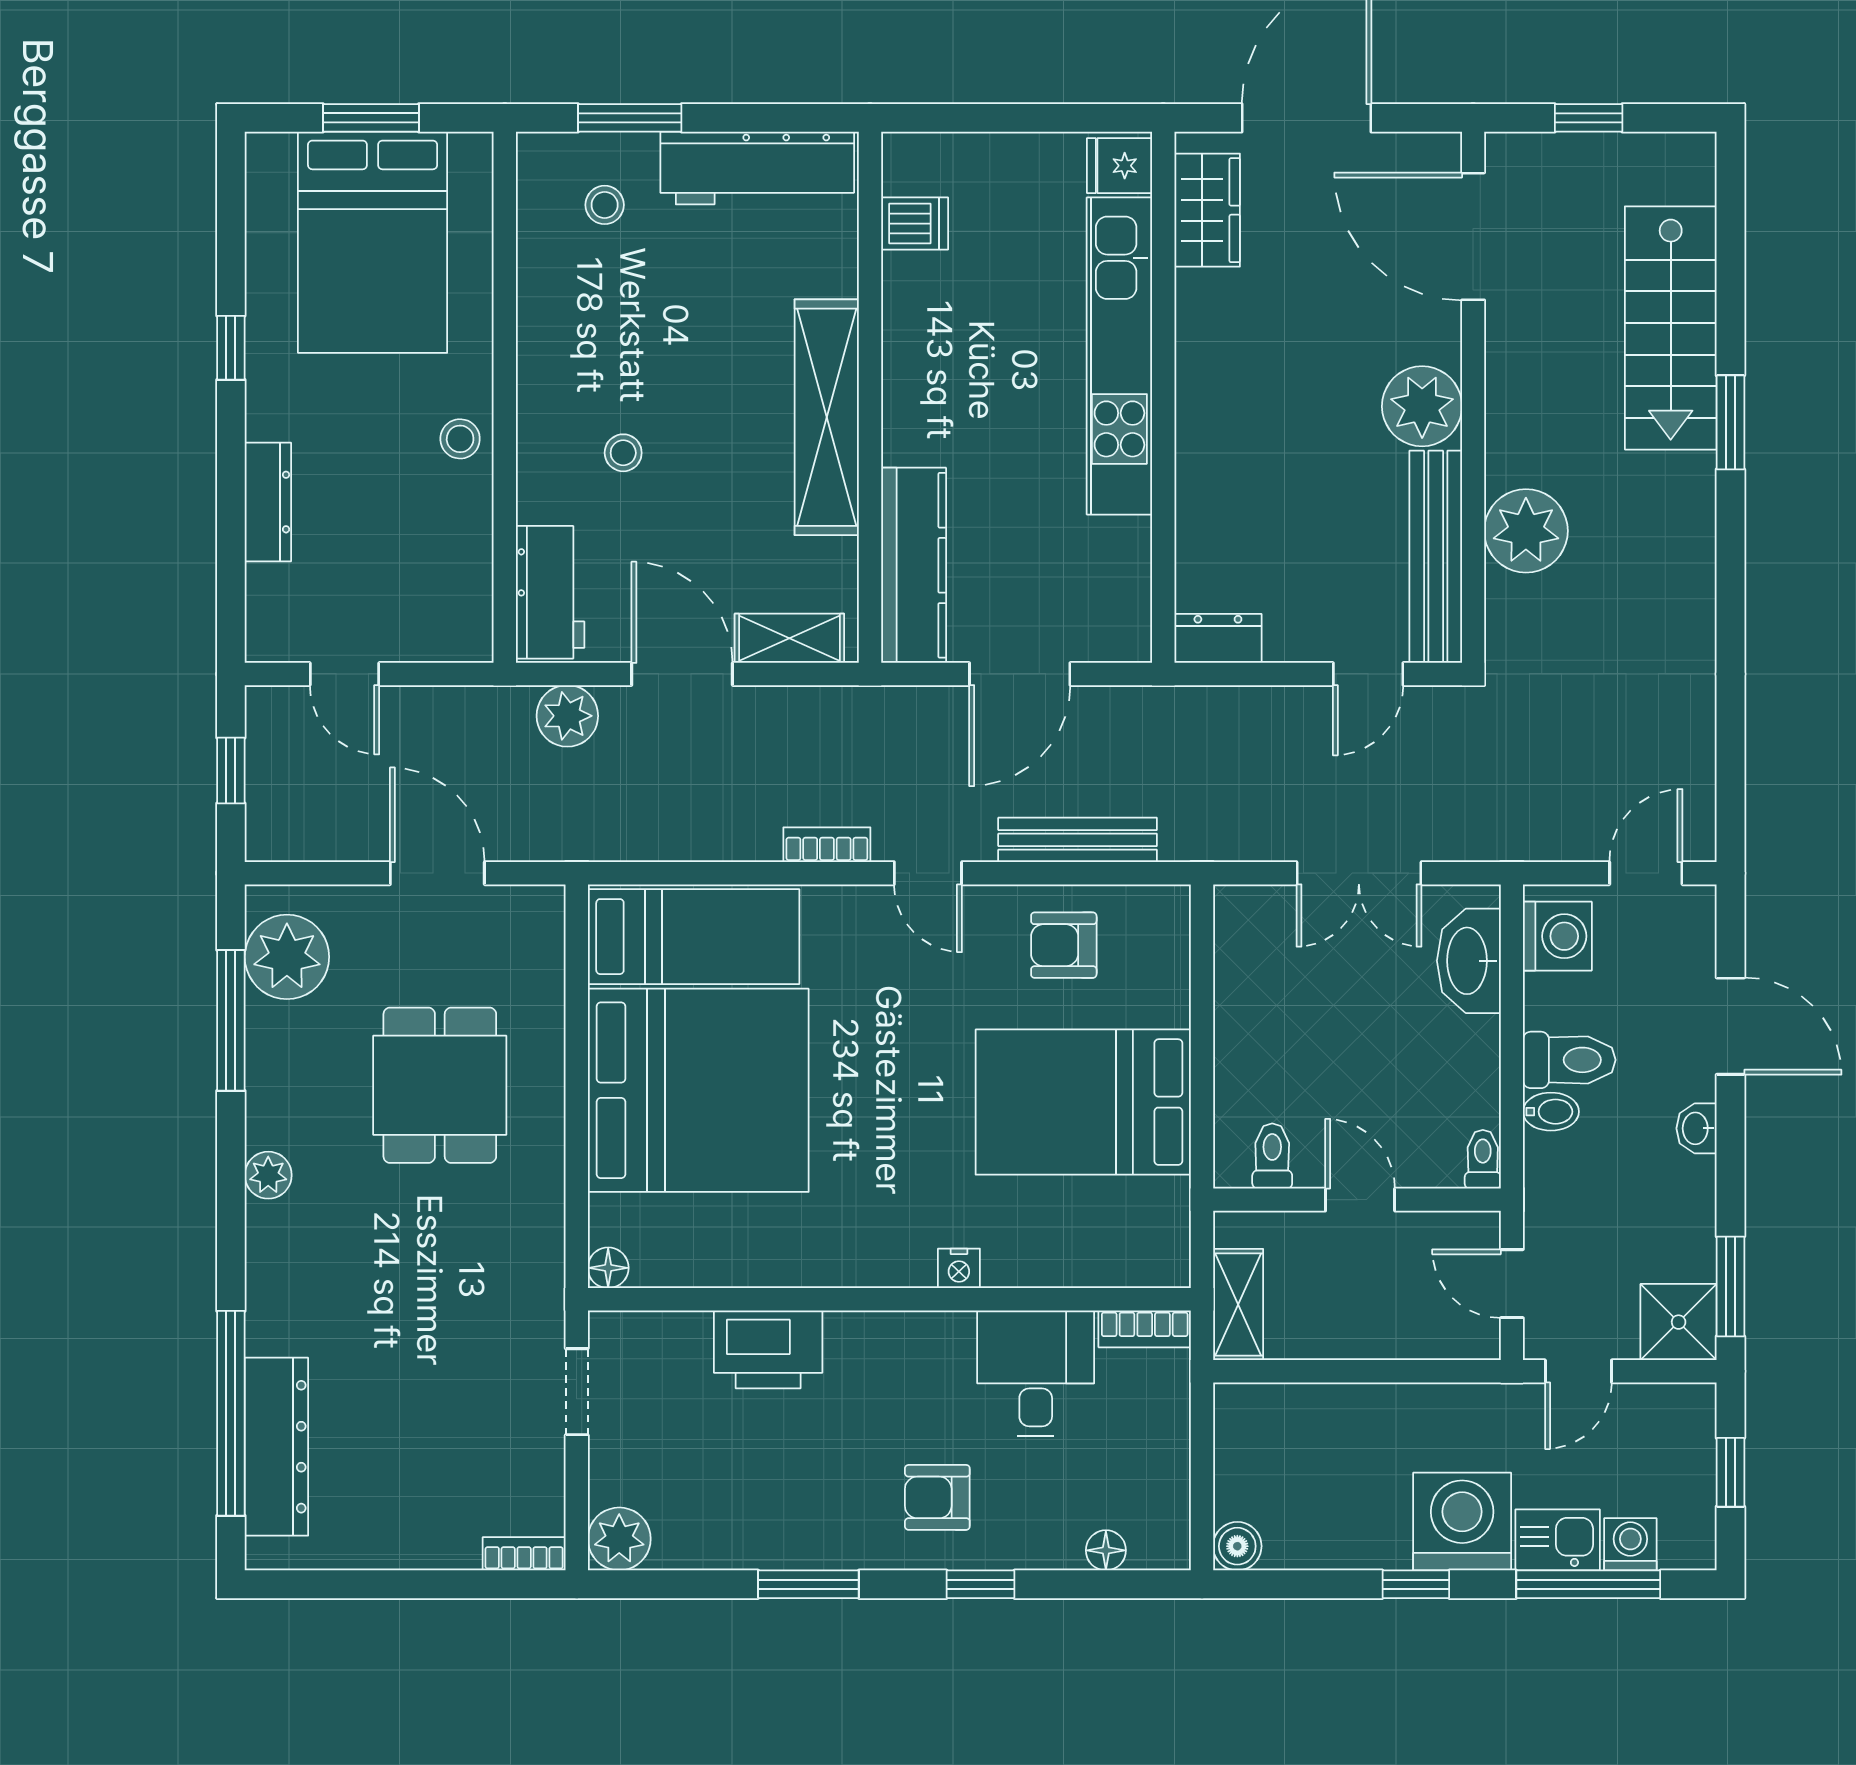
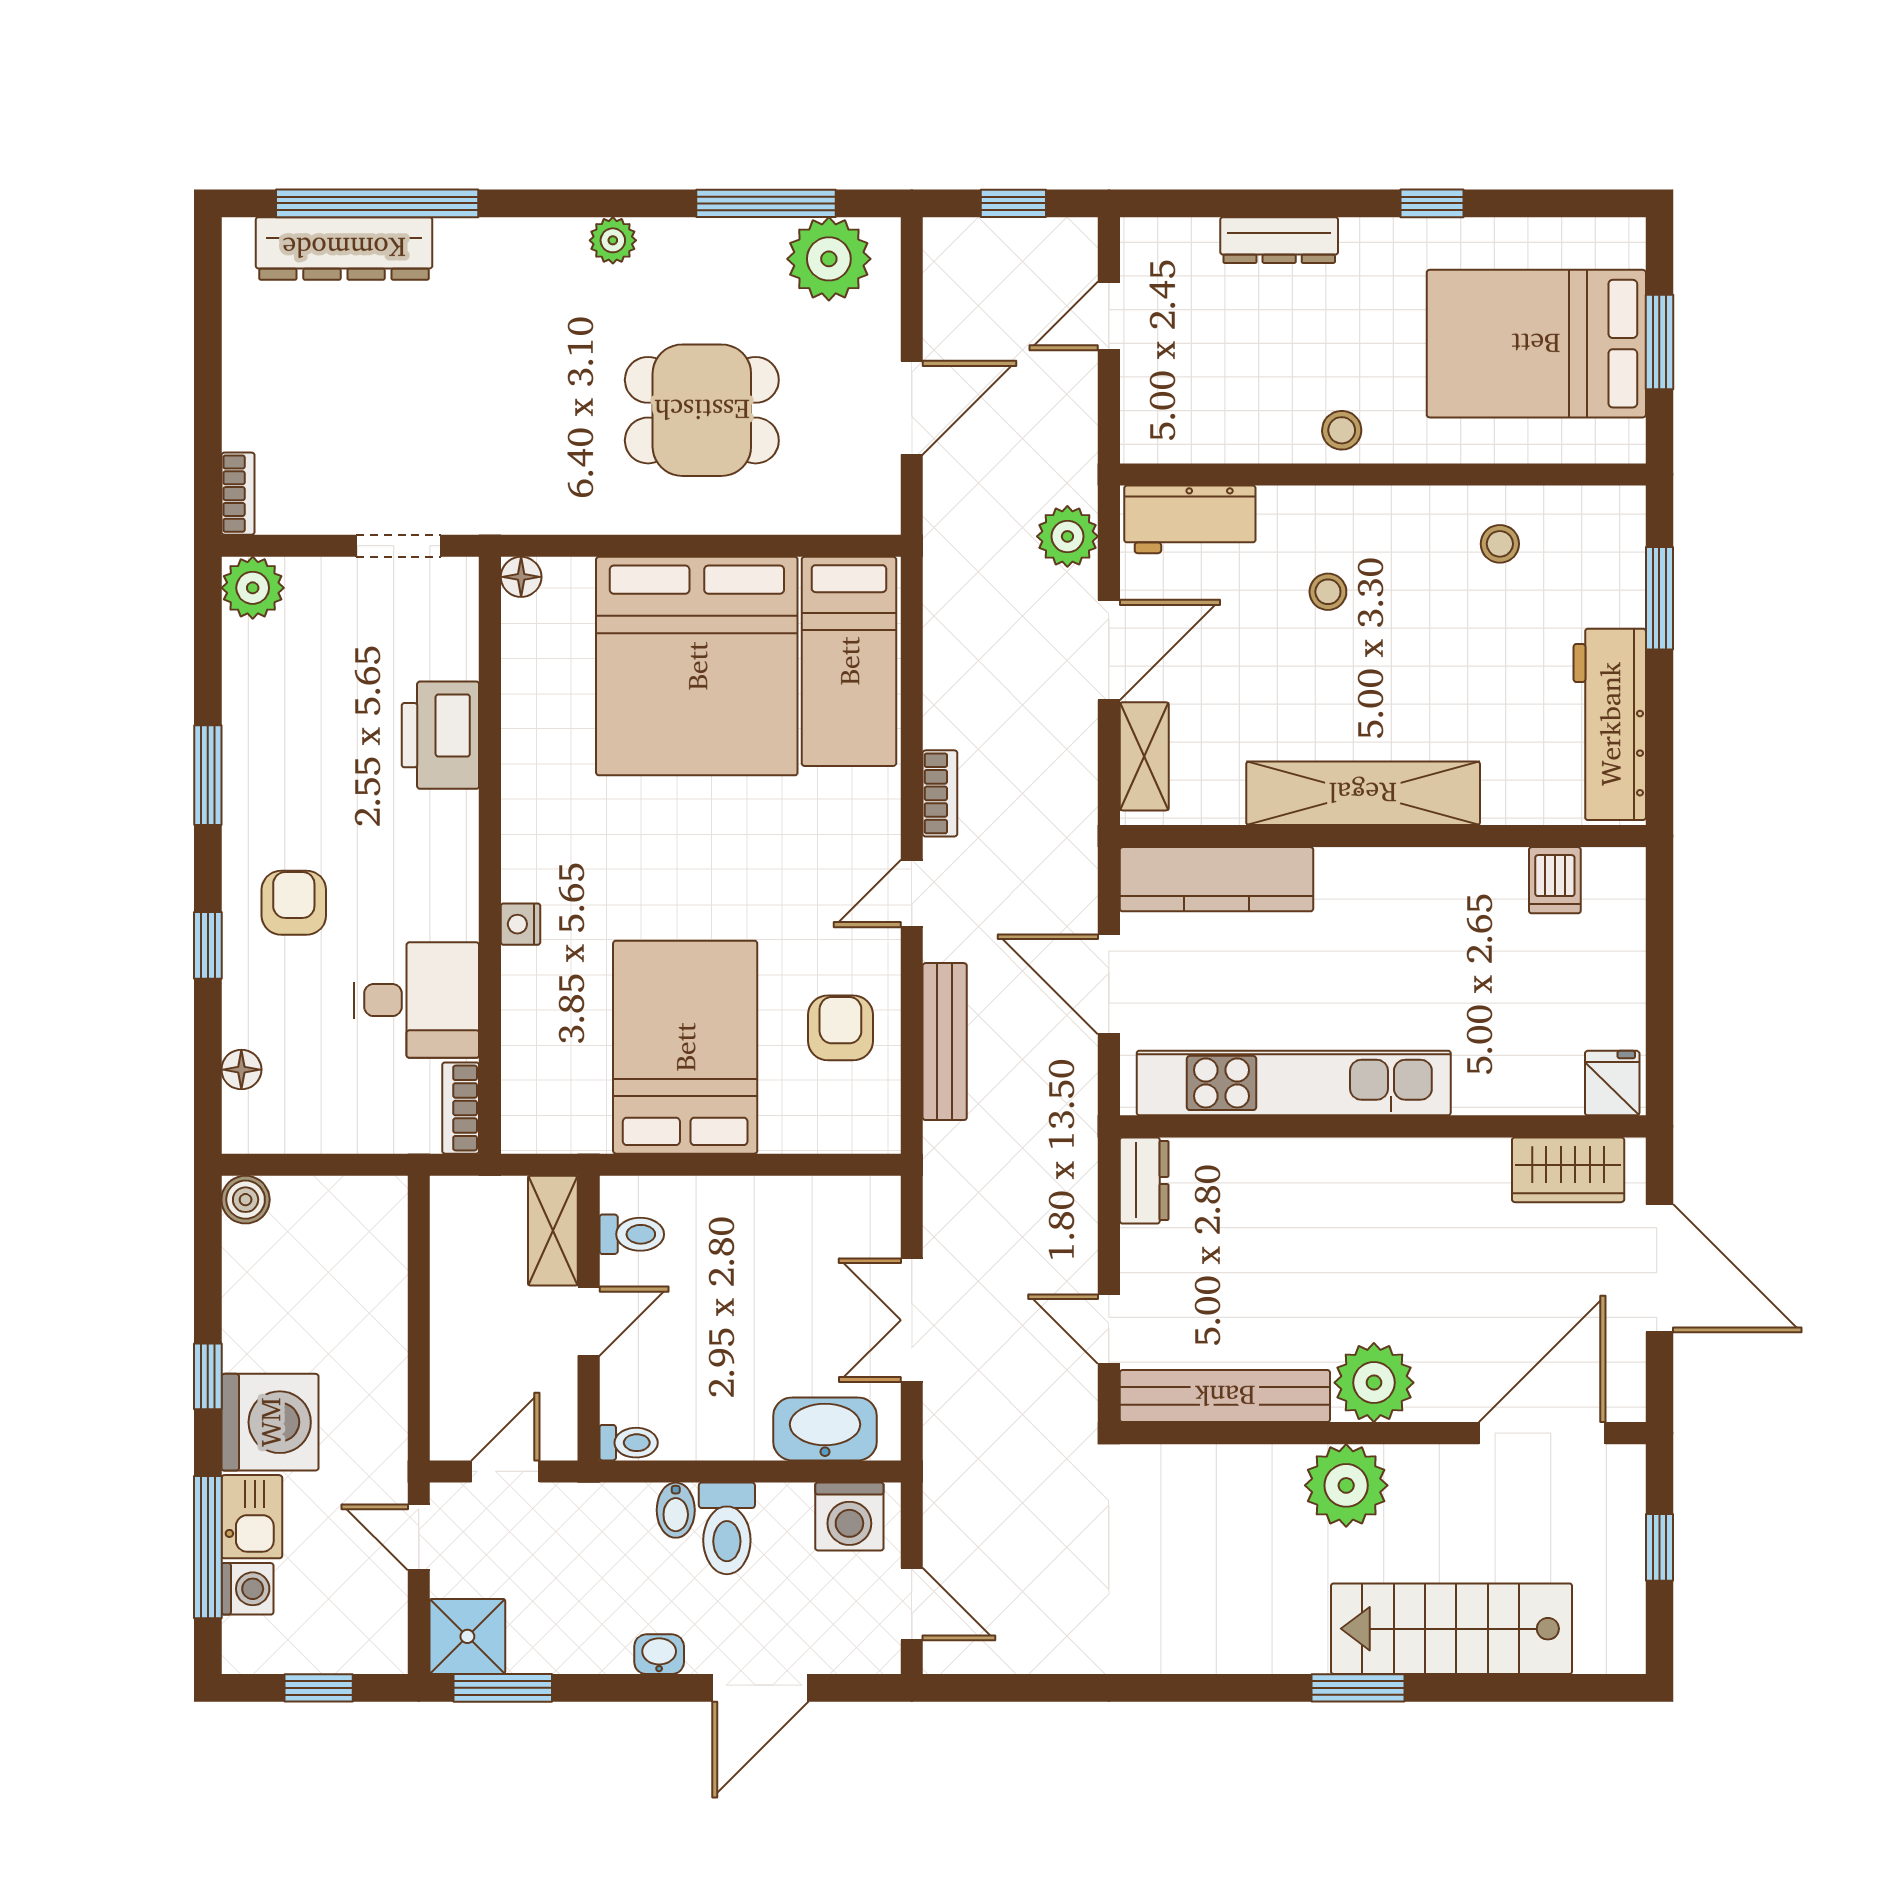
stool: (605, 205) -> (1500, 544), moved
kitchen unit: (1119, 356) -> (1294, 1083), moved
plant: (1526, 531) -> (1346, 1485), moved
shelving: (1238, 1305) -> (553, 1231), moved, turned 90

